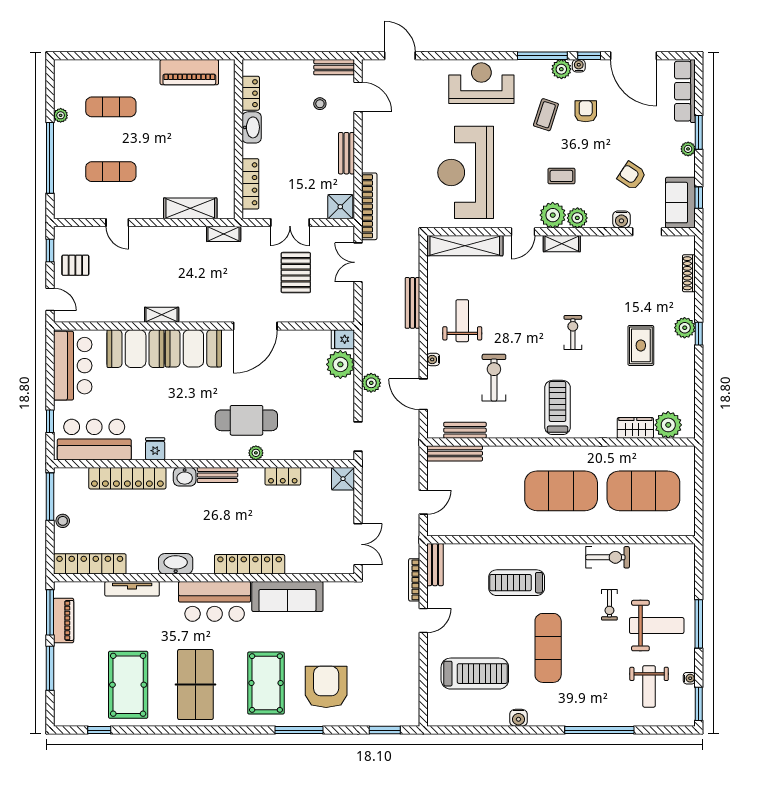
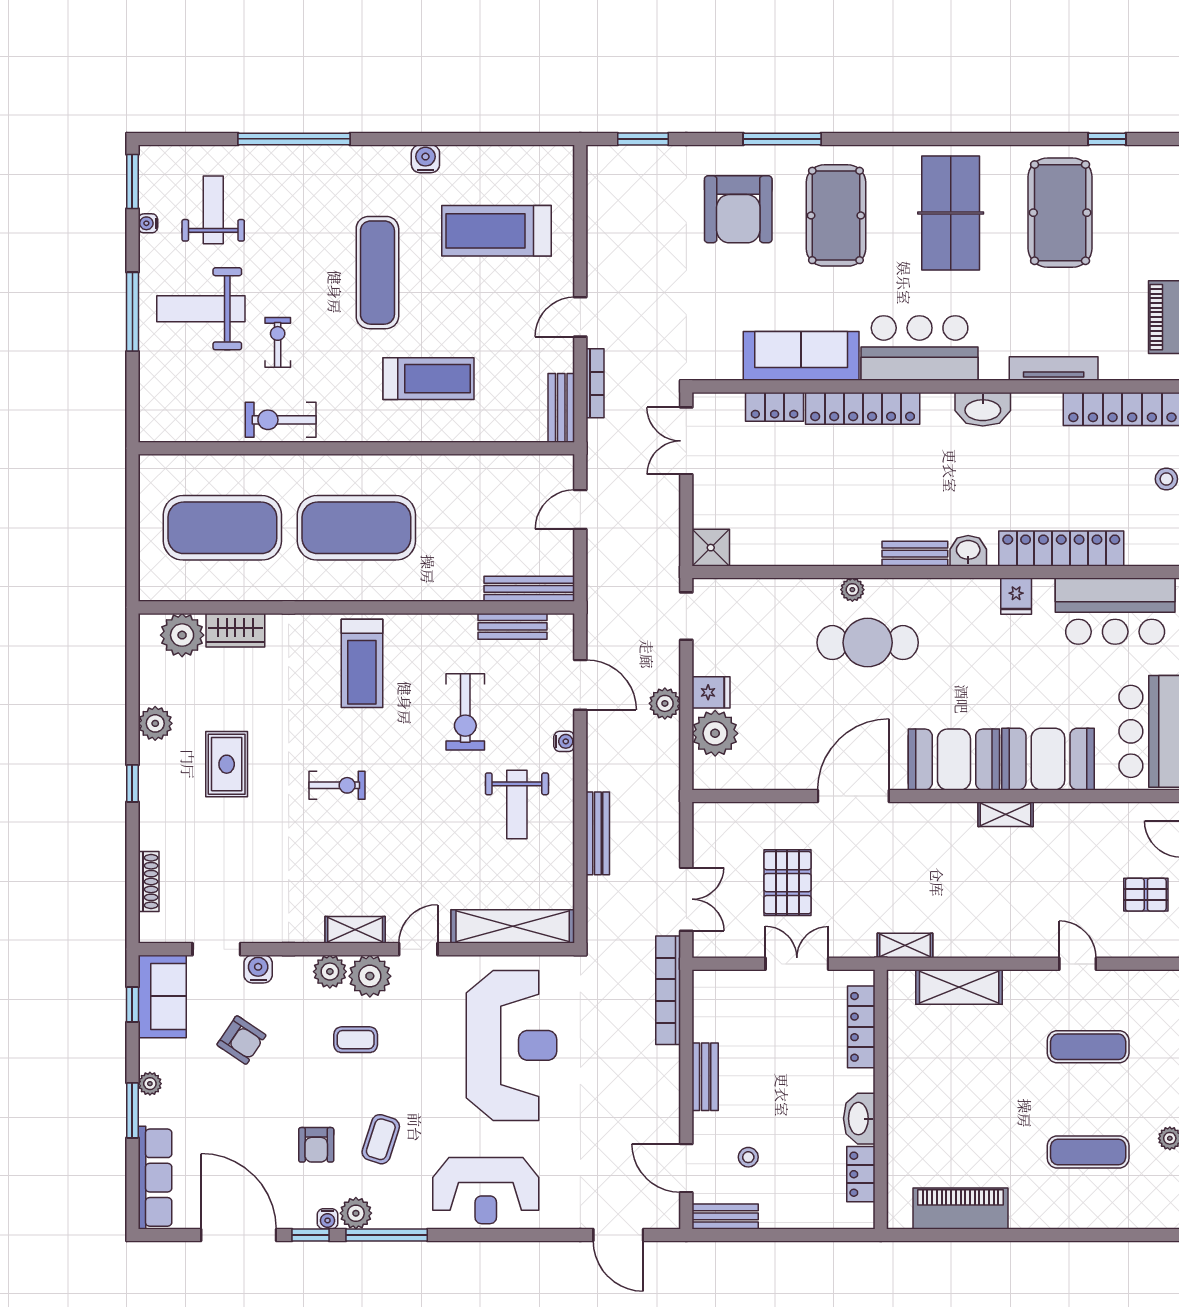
shower: (340, 207) -> (715, 990), removed
plant: (685, 328) -> (155, 723), moved
exercise bike: (573, 332) -> (337, 785), turned -90
fridge: (343, 339) -> (711, 692), moved
locker: (283, 476) -> (775, 407), moved, turned 180

